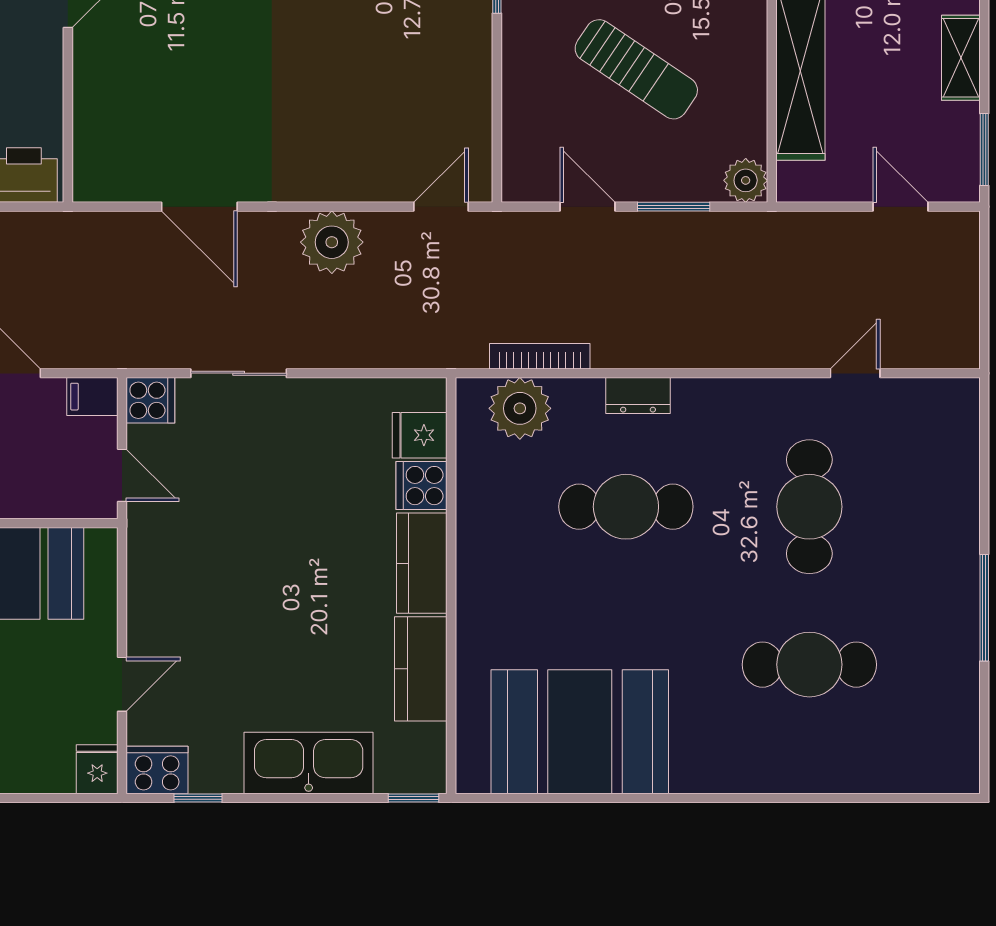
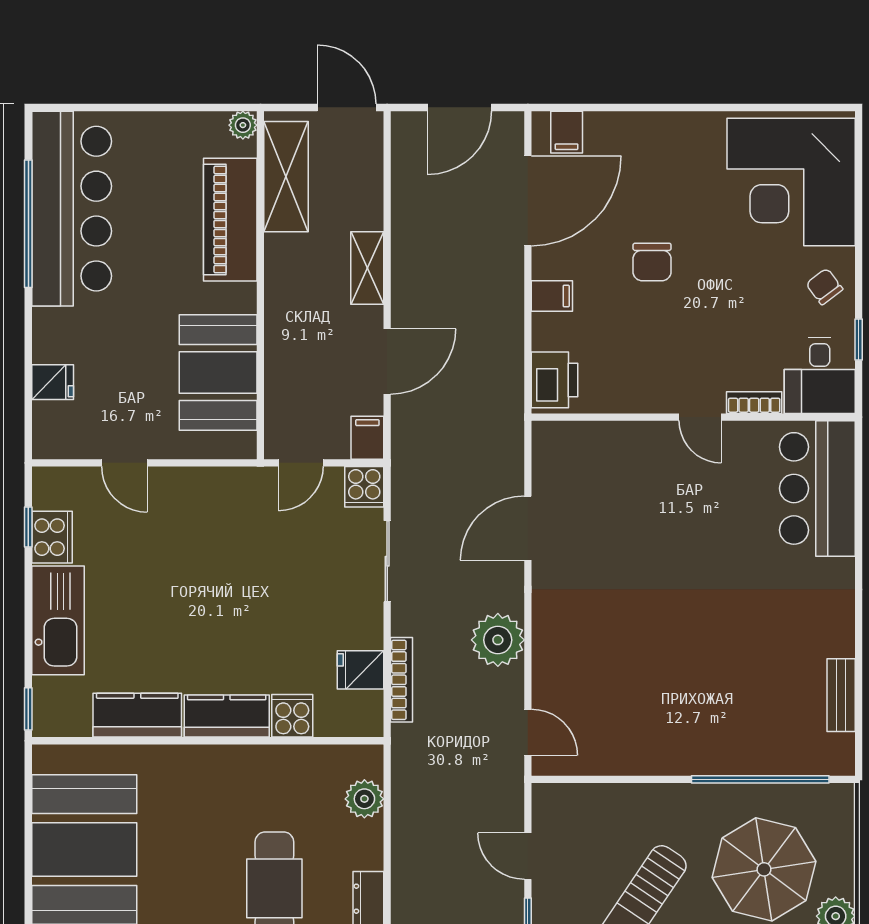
door: (588, 207) -> (528, 856), swing flipped
bookcase: (540, 356) -> (401, 680), moved
plant: (520, 408) -> (364, 799), width x0.73, depth x0.73
fridge: (420, 435) -> (361, 670), moved, turned -90
fridge: (97, 769) -> (53, 382), moved
cooker: (157, 770) -> (52, 537), moved

